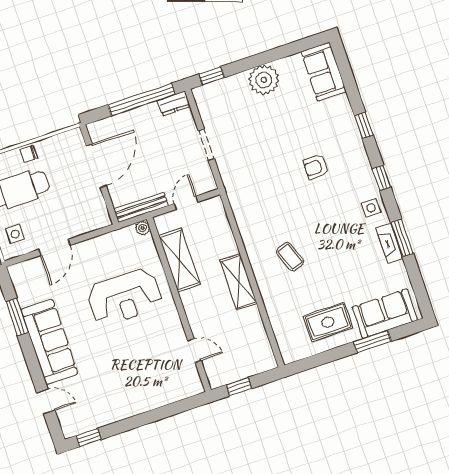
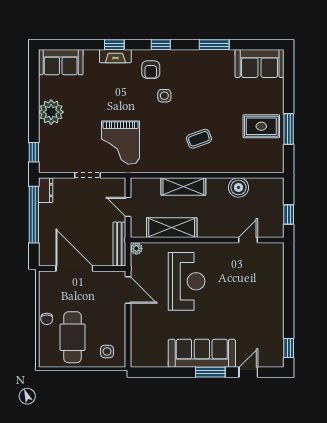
armchair: (316, 167) -> (151, 70), moved
grand piano: (256, 170) -> (121, 143), added
side table: (371, 208) -> (164, 96), moved
fireplace: (389, 243) -> (115, 56), moved
door: (55, 247) -> (128, 290), moved
shelving: (239, 282) -> (183, 186), moved
sofa: (385, 314) -> (260, 63), moved, turned -90
window: (17, 317) -> (210, 372), moved
boiler: (250, 320) -> (239, 187), added
rug: (328, 322) -> (261, 126), turned 90
window: (372, 342) -> (289, 129), moved

